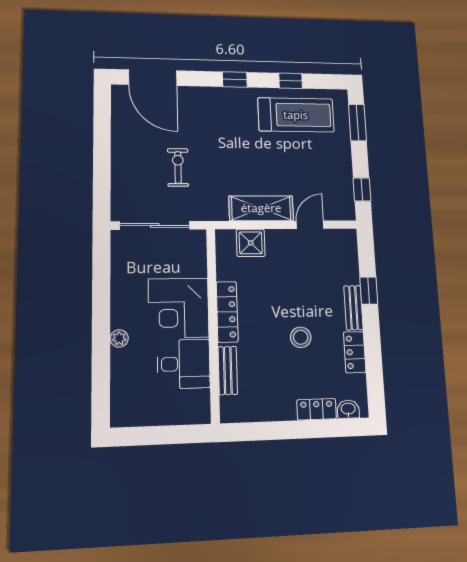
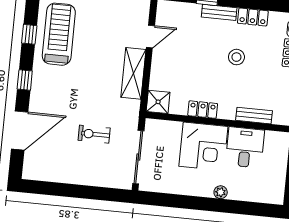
door: (153, 78) -> (20, 131), moved
door: (310, 225) -> (150, 37), swing flipped
shower: (251, 243) -> (158, 102), moved
locker: (227, 312) -> (203, 110), width x0.66

